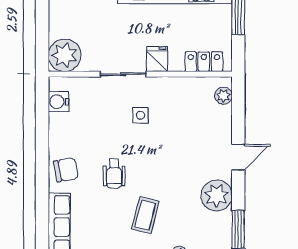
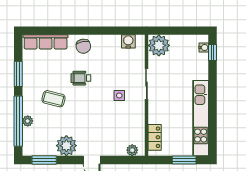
fridge: (157, 59) -> (156, 106), removed

